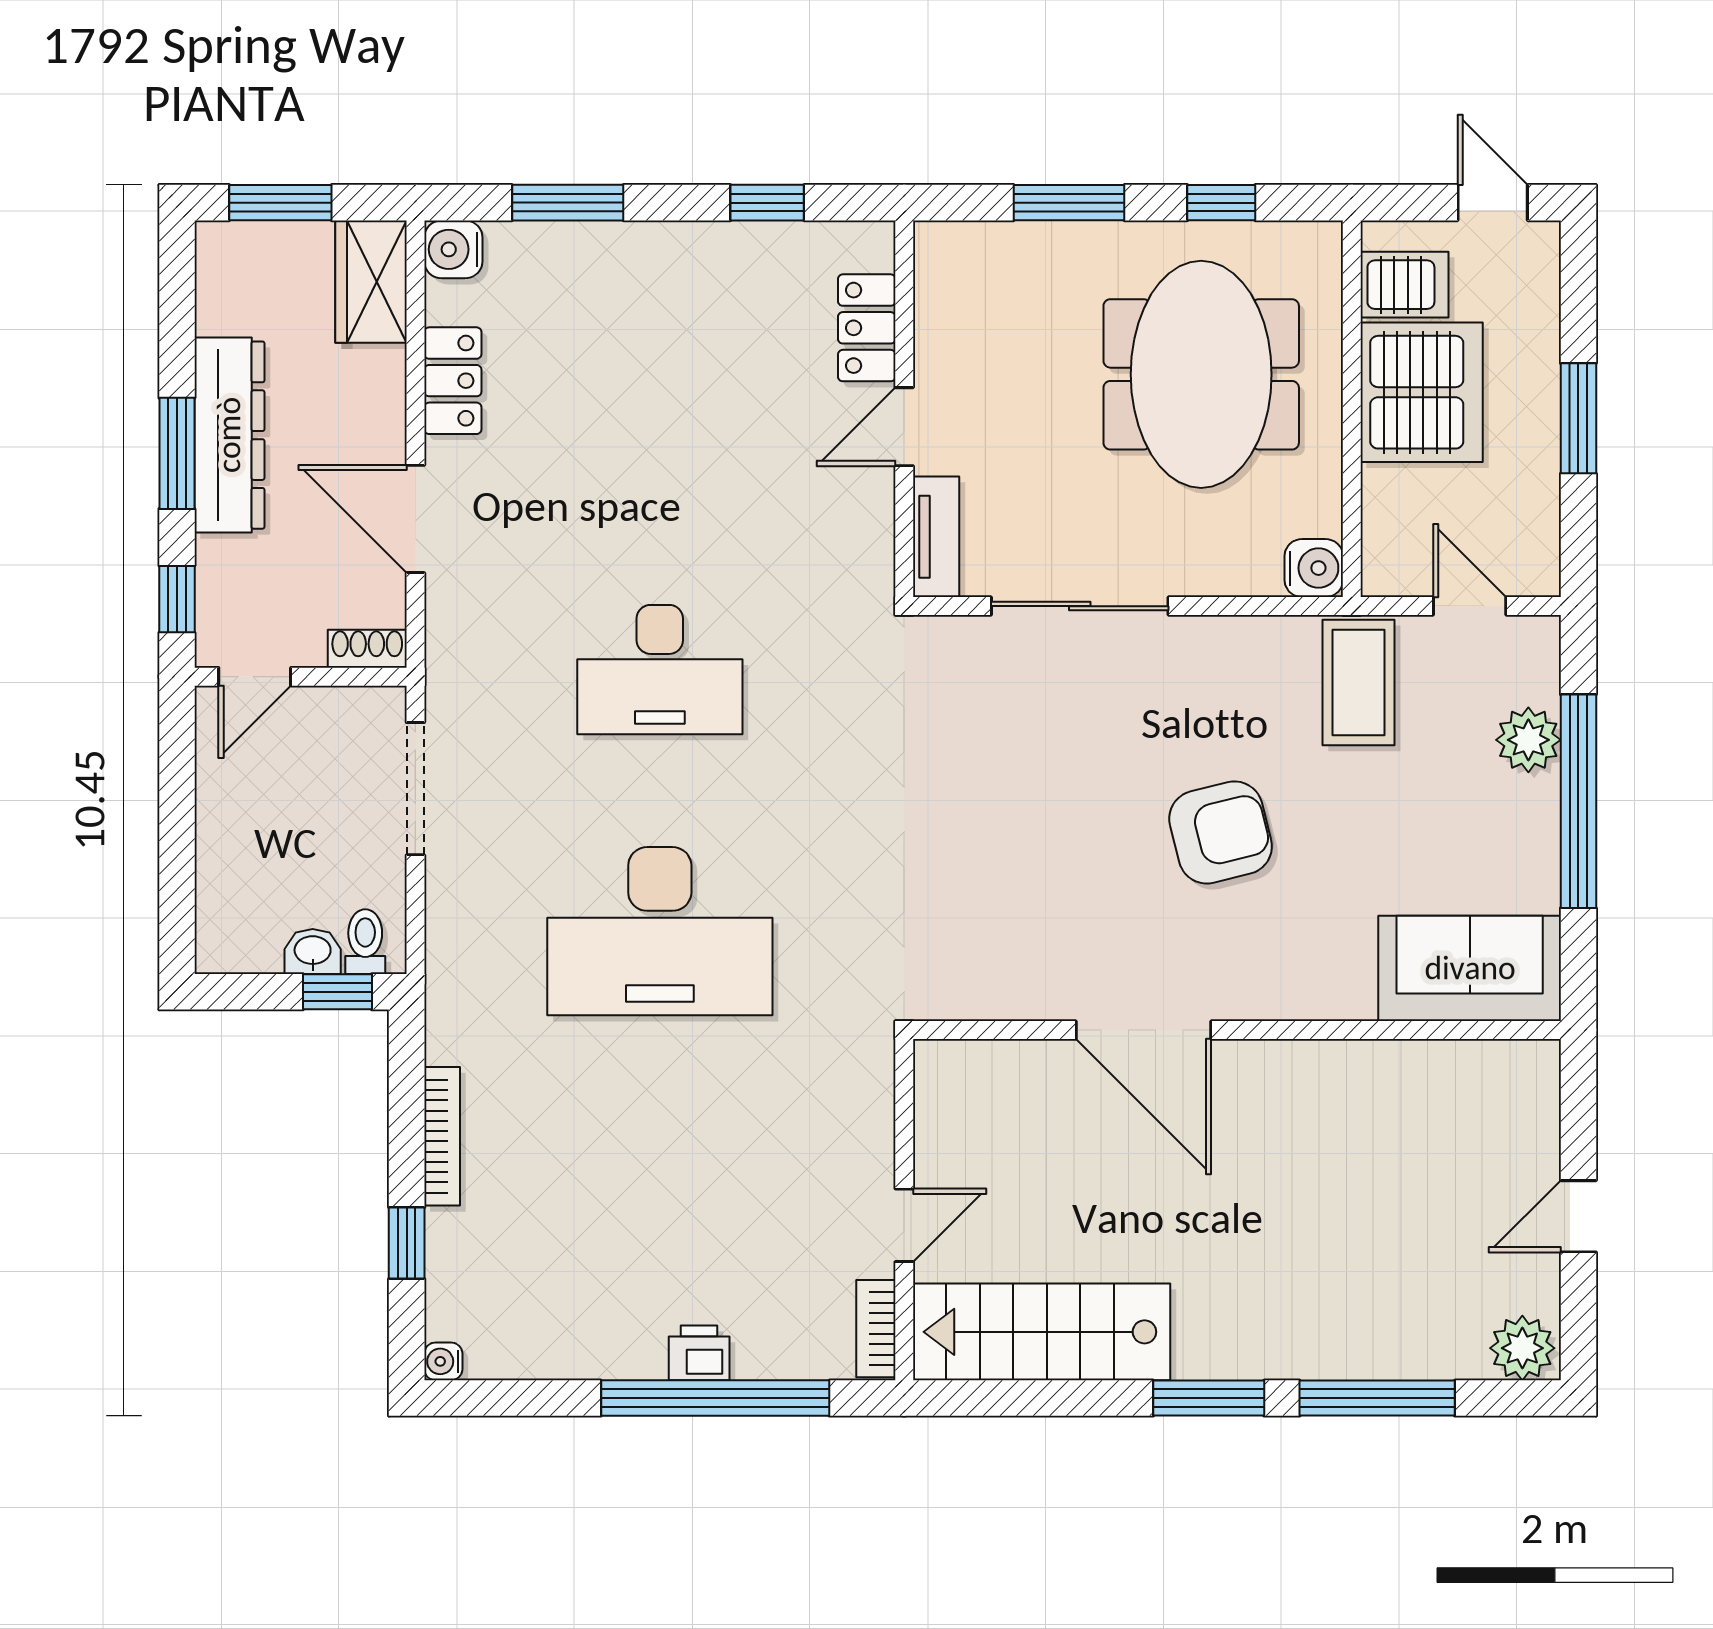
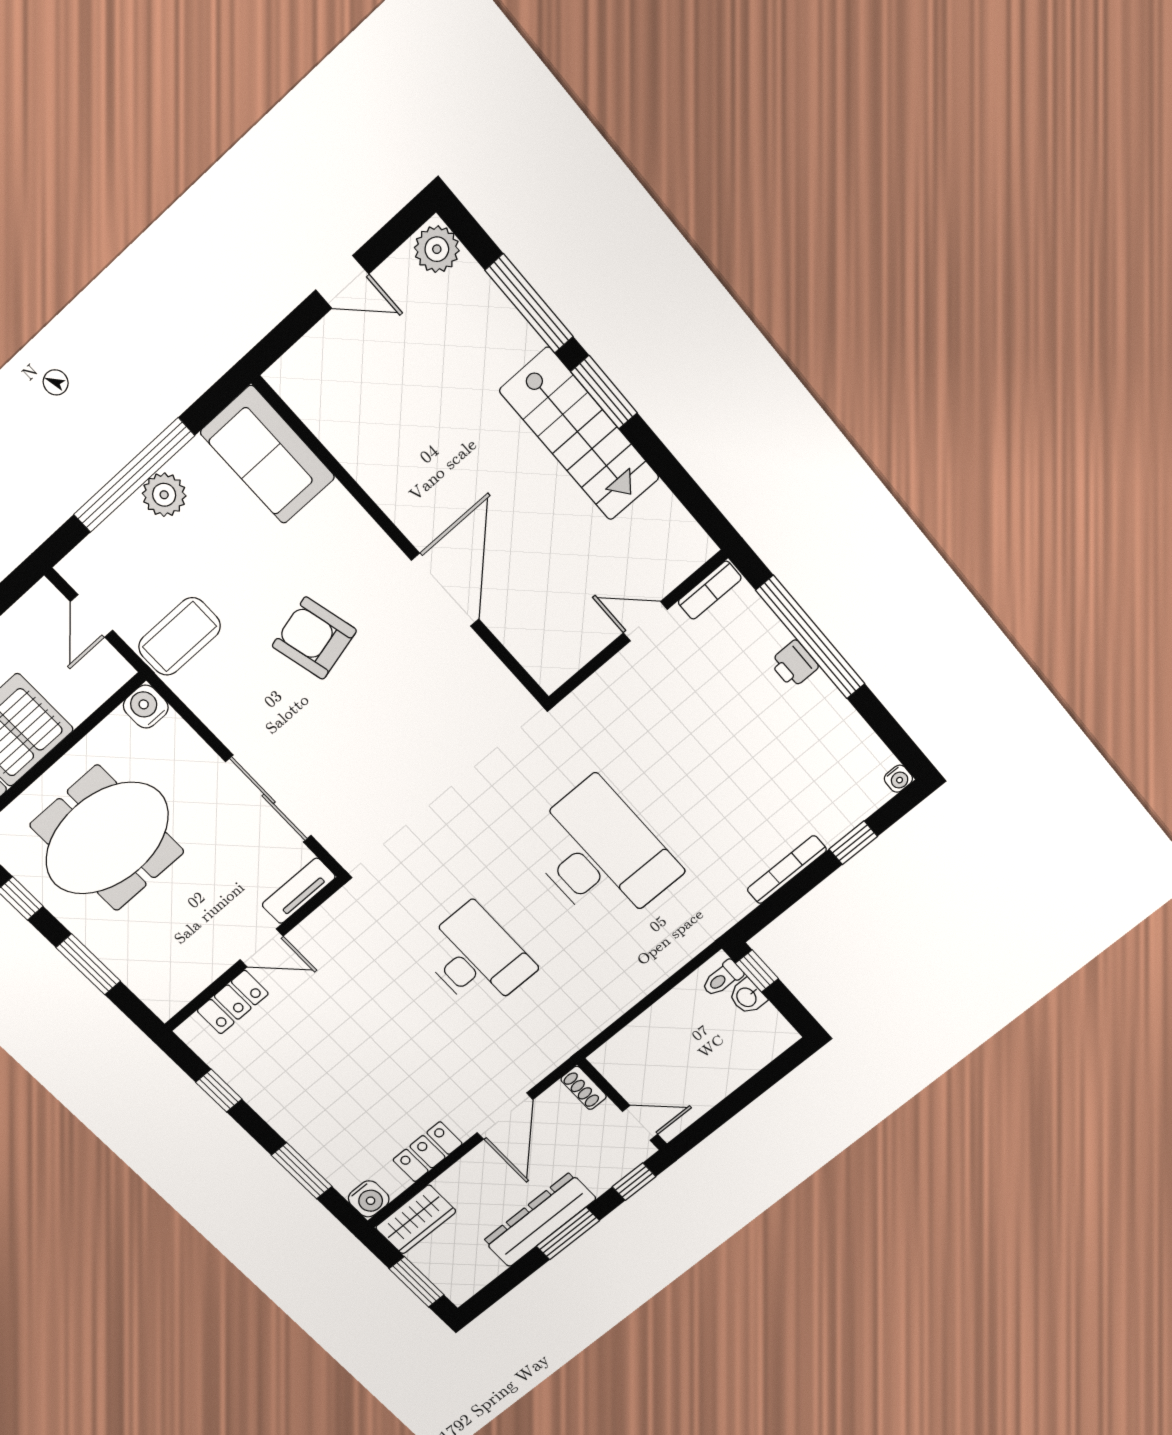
plant: (1528, 740) -> (164, 495), moved
doorway: (415, 789) -> (630, 1016), removed
stairs: (1042, 1332) -> (580, 434), moved

